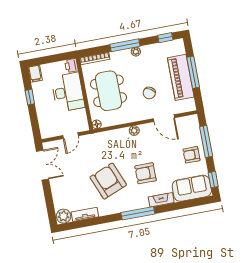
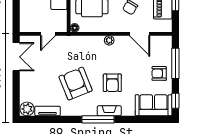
armchair: (146, 173) -> (112, 83), turned -90
fireplace: (161, 200) -> (109, 111), moved

